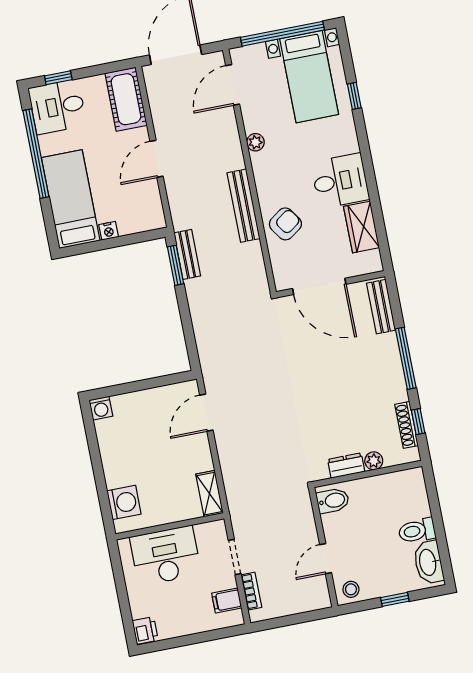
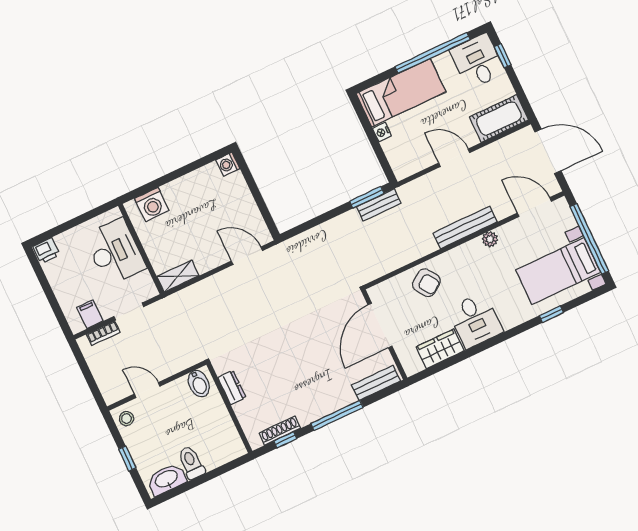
bench: (243, 206) -> (465, 227), moved
plant: (374, 461) -> (242, 410), removed

